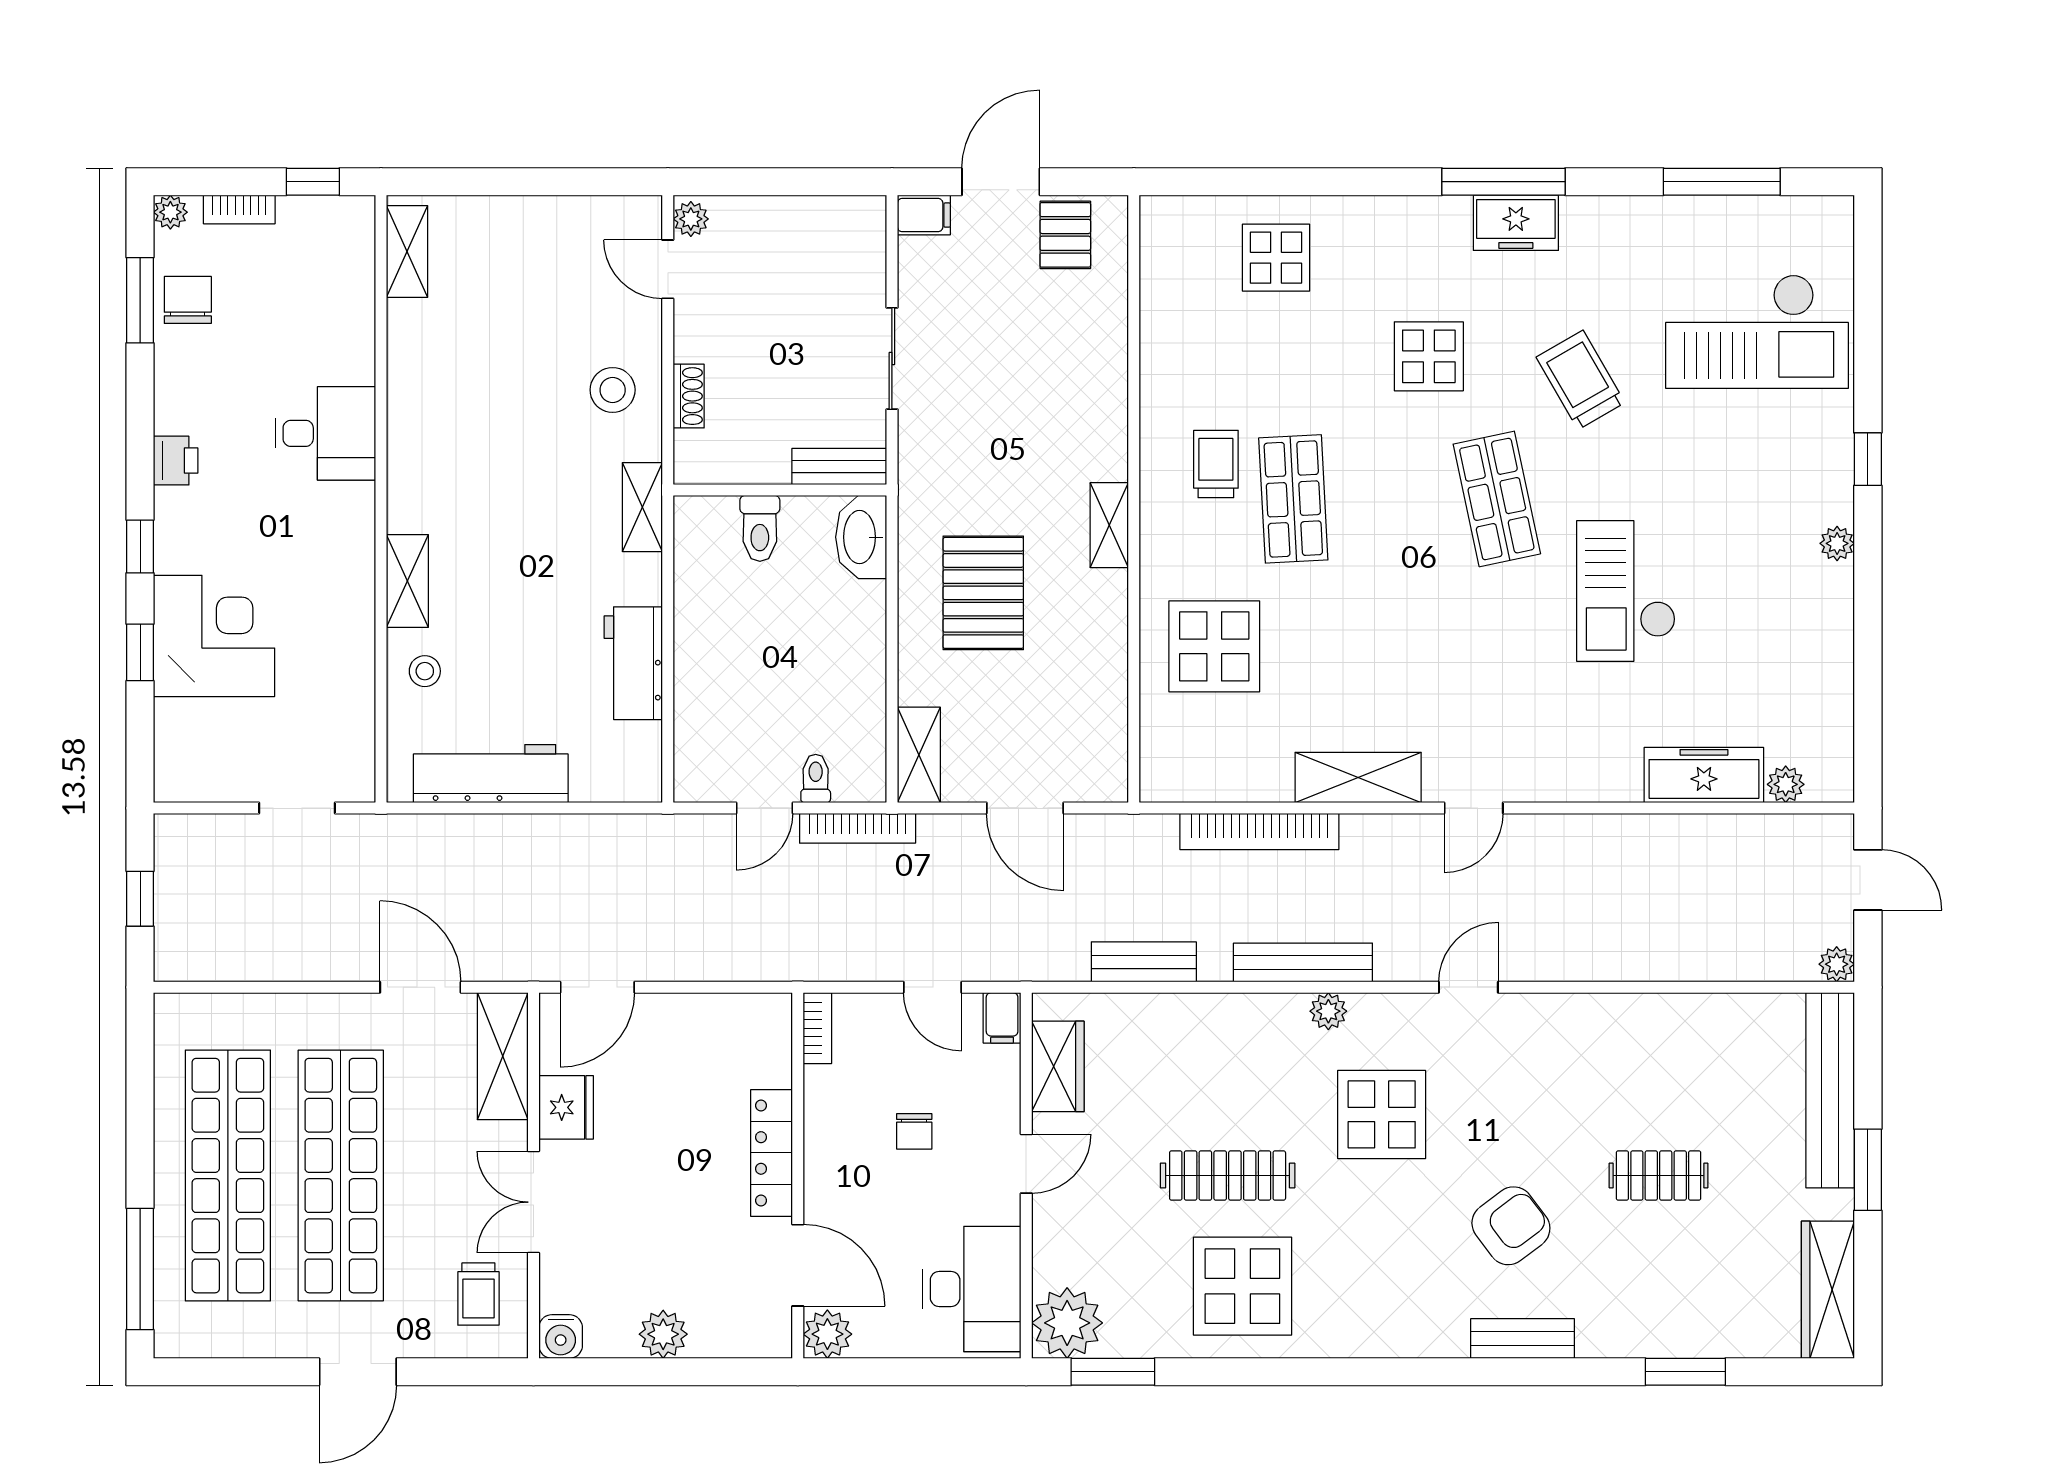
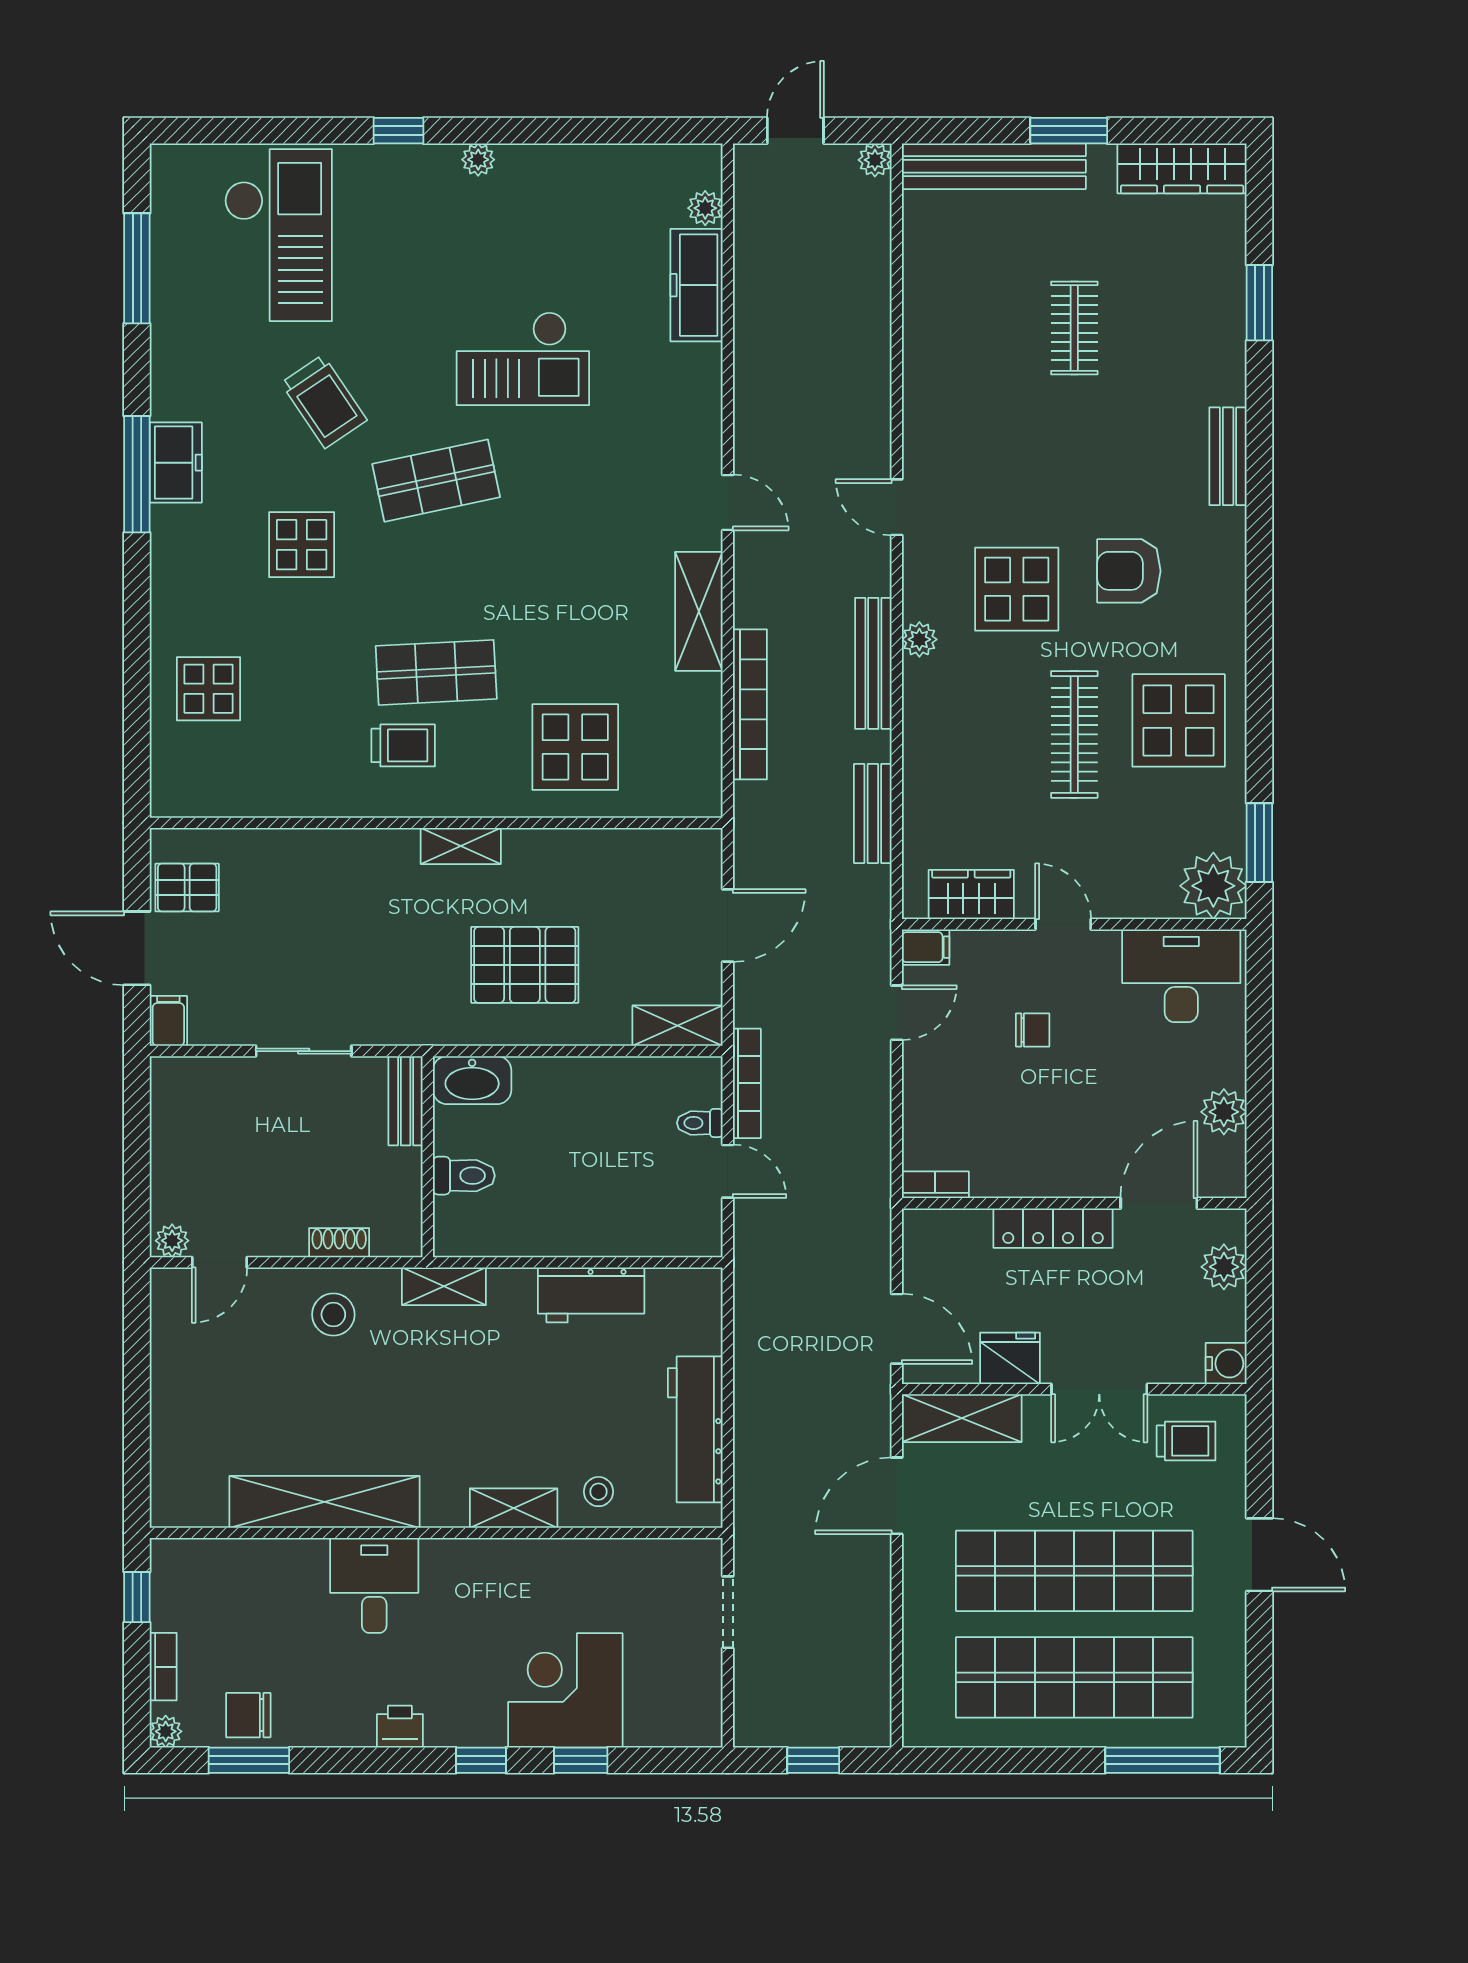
shelving: (407, 251) -> (325, 1502), moved, width x2.20, depth x1.33
trolley: (1581, 380) -> (324, 402), turned -94
trolley: (1216, 464) -> (403, 745), turned 180
bookcase: (817, 1028) -> (935, 1185), moved
locker: (771, 1153) -> (1053, 1228), moved
wall: (798, 1176) -> (1074, 1203), moved
armchair: (1511, 1226) -> (1129, 571), moved, turned -53
door: (798, 1265) -> (1159, 1203), moved

